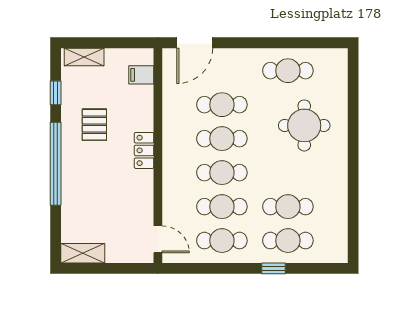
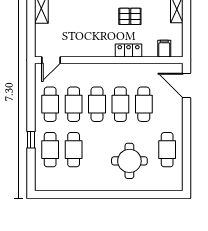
locker: (144, 150) -> (129, 51), moved

